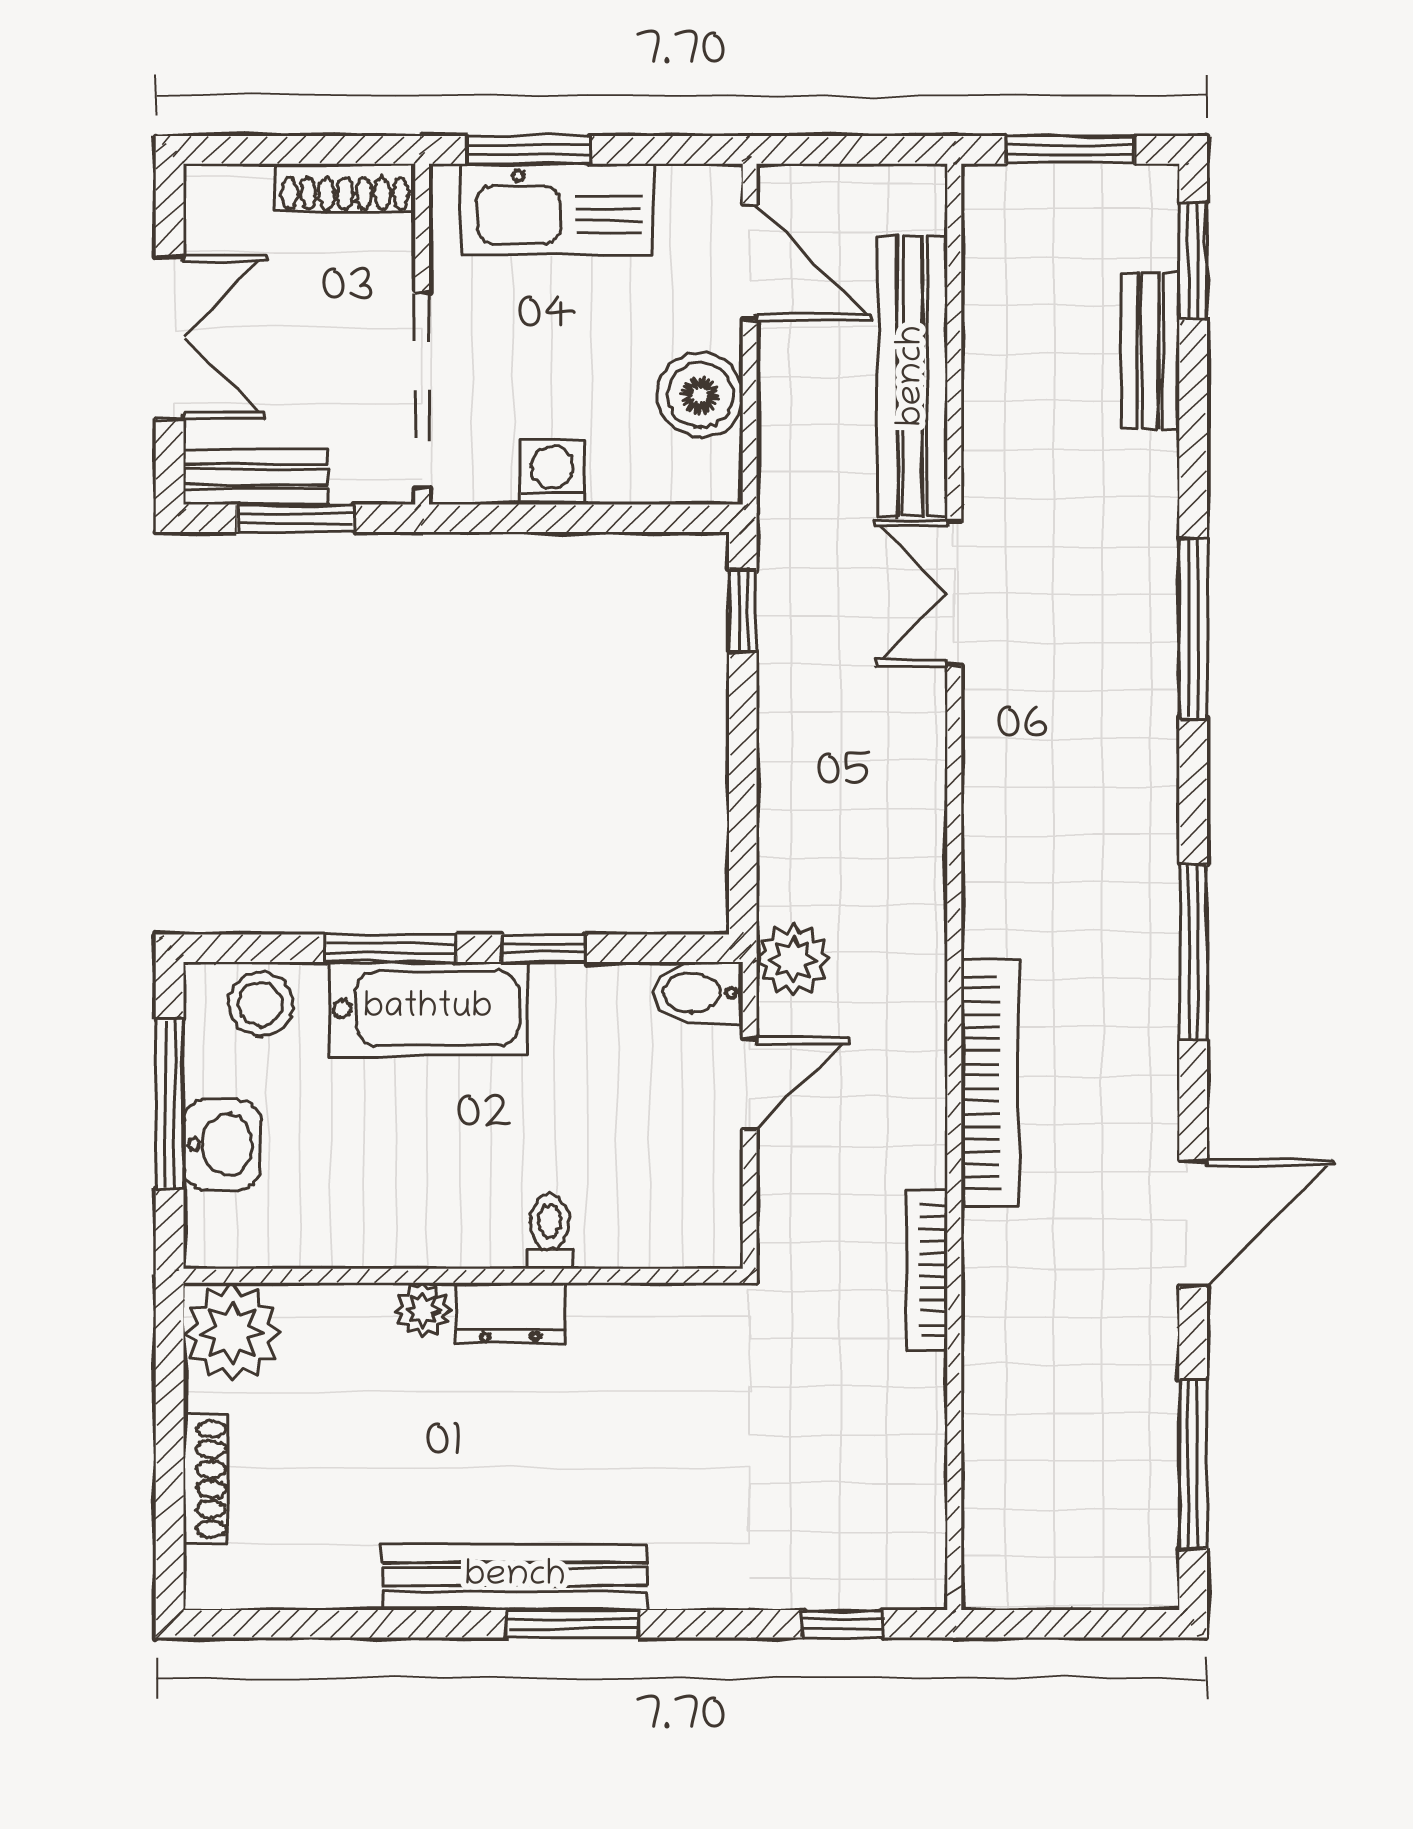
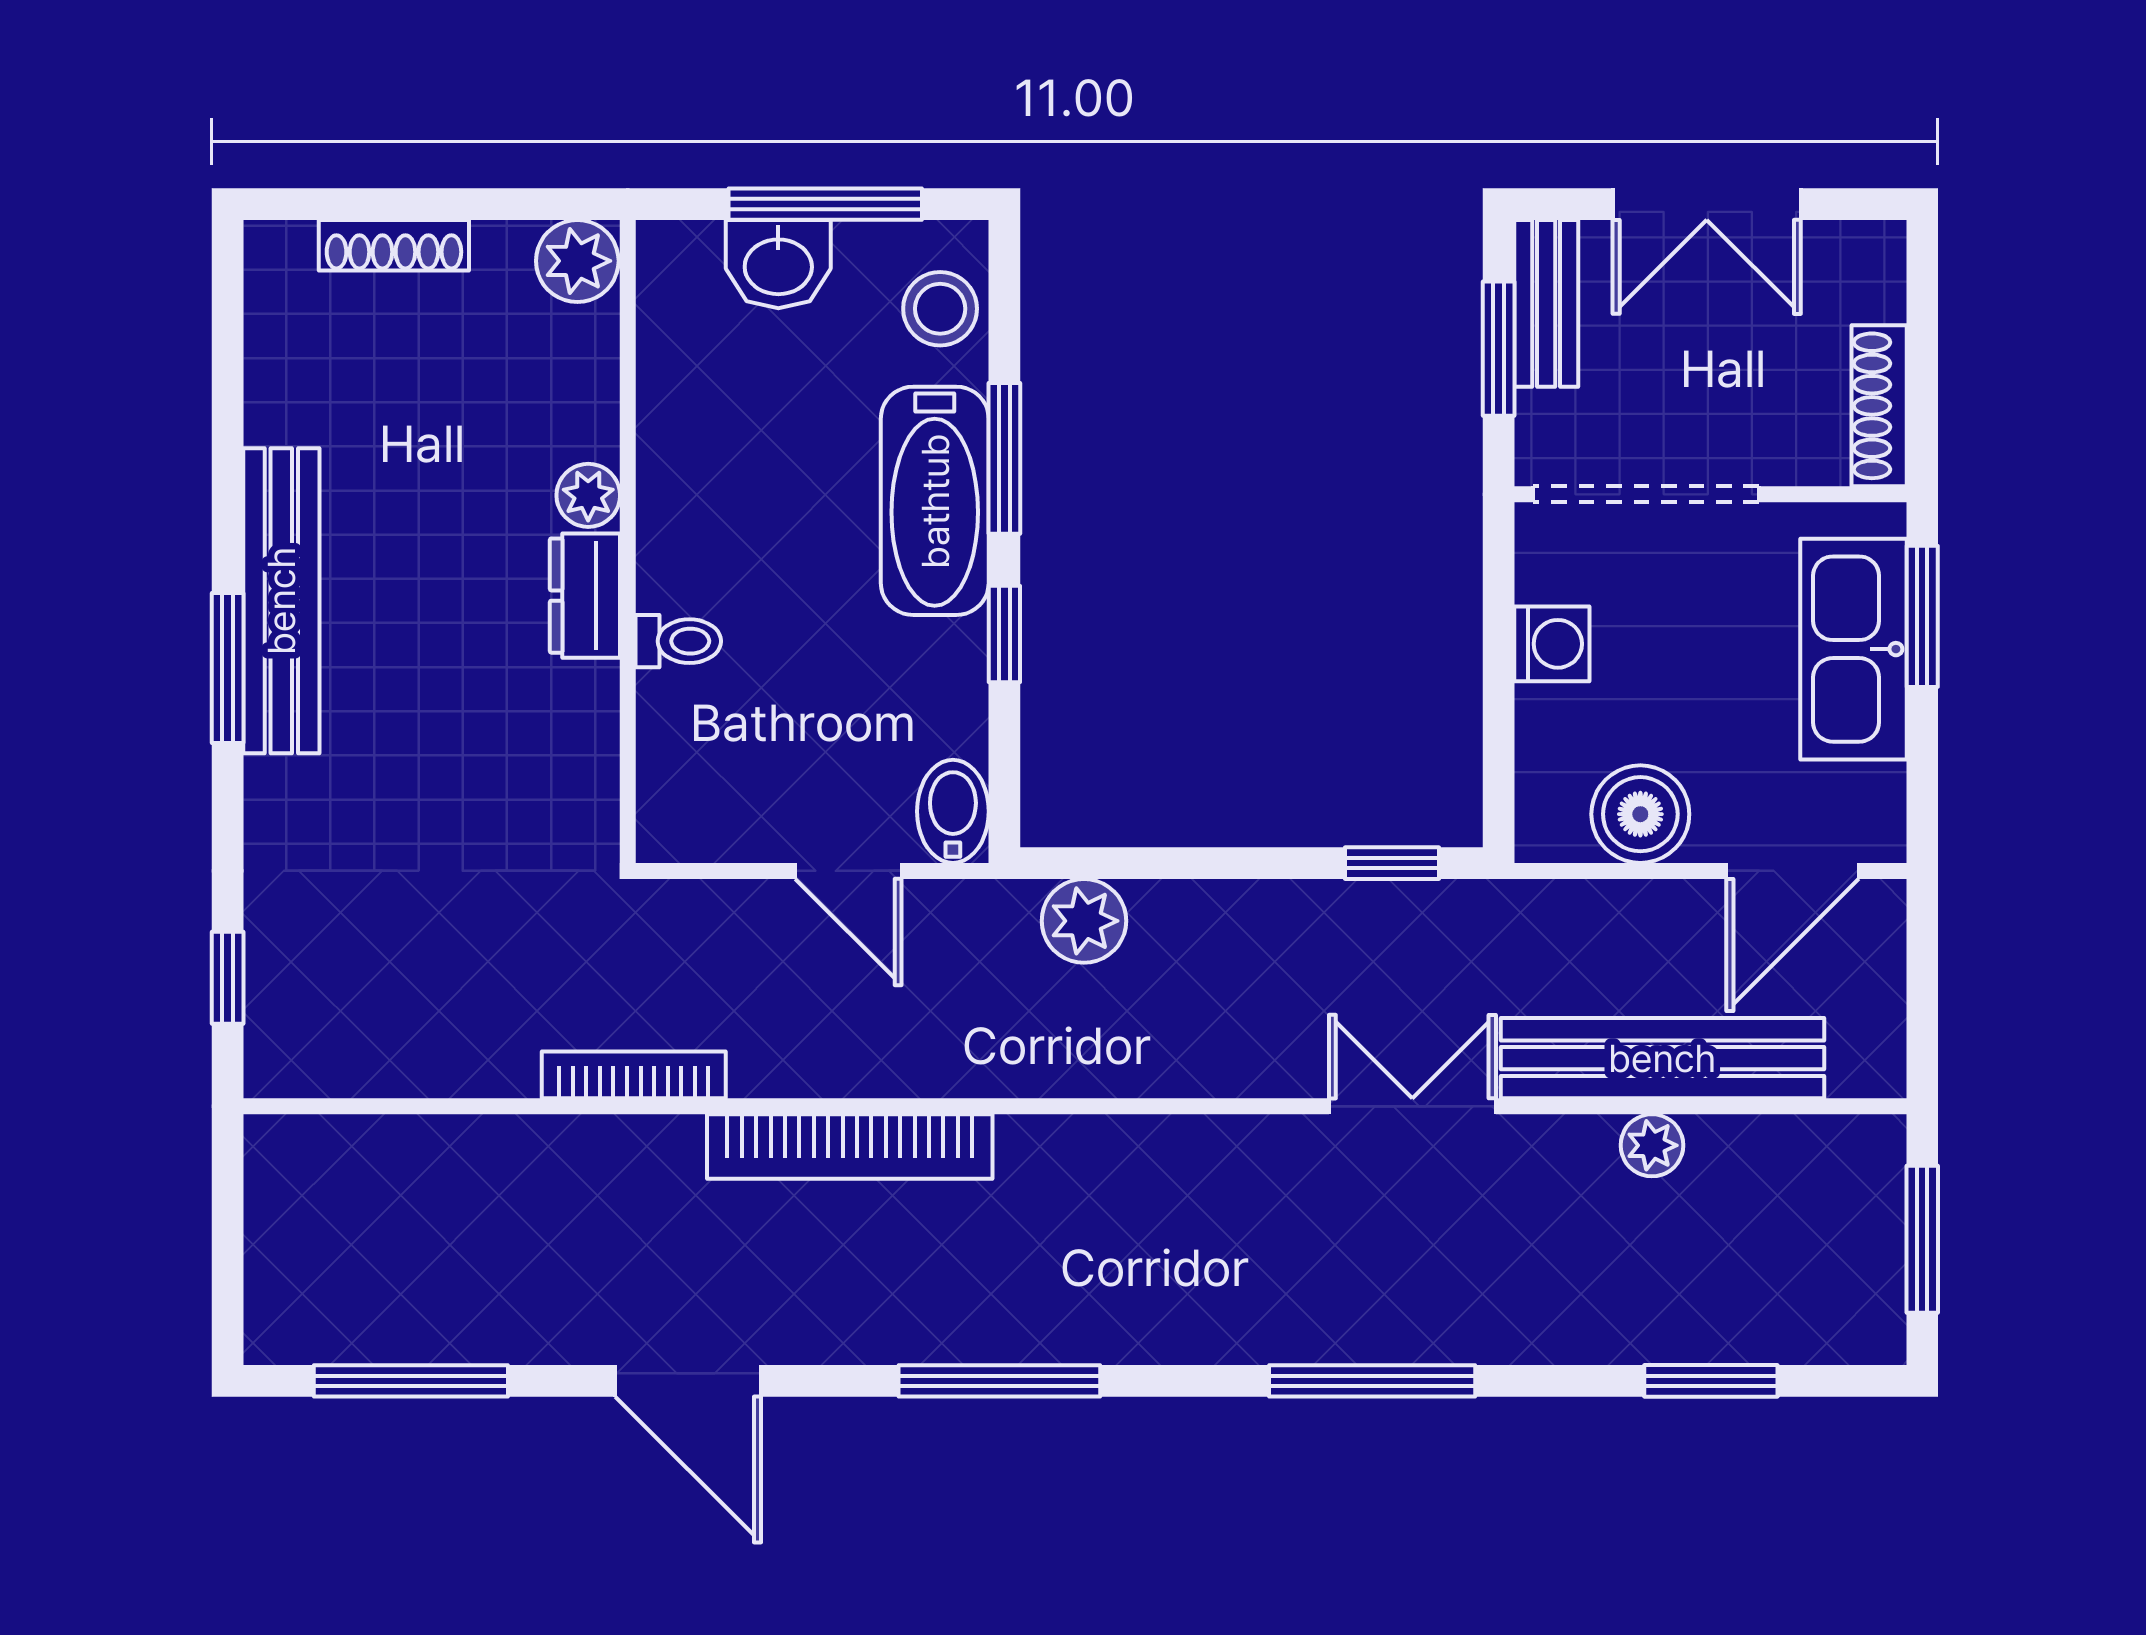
window: (1193, 261) -> (1711, 1381), moved
bench: (1150, 350) -> (1692, 1331), removed
plant: (988, 385) -> (1652, 1145), added
plant: (793, 960) -> (1084, 921), moved
plant: (232, 1333) -> (577, 261), width x0.73, depth x0.73

